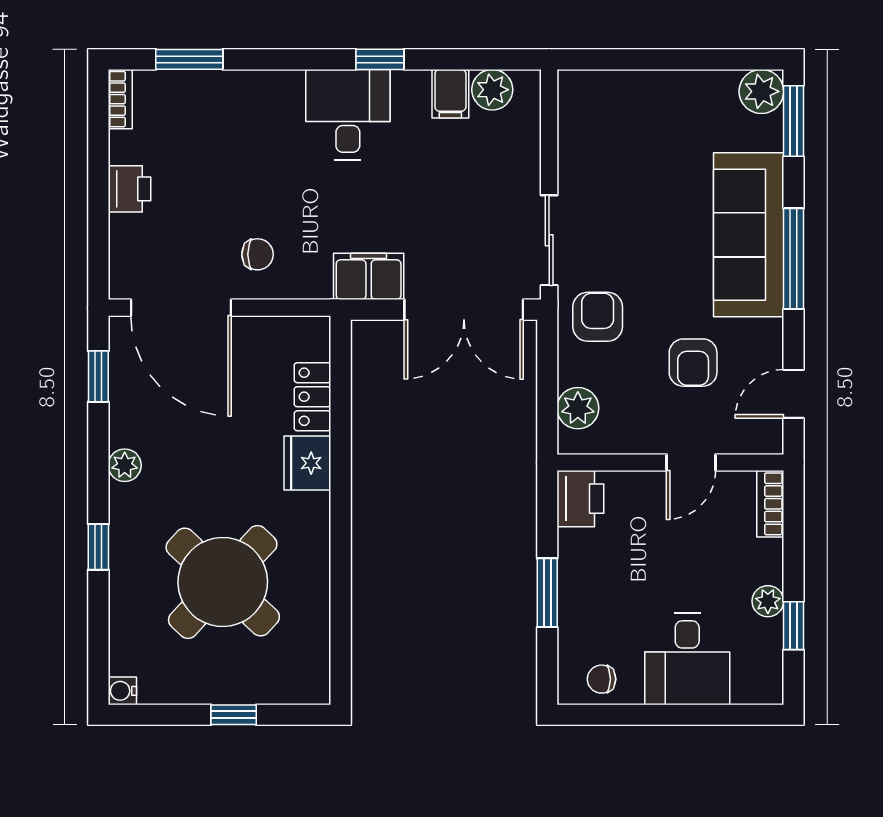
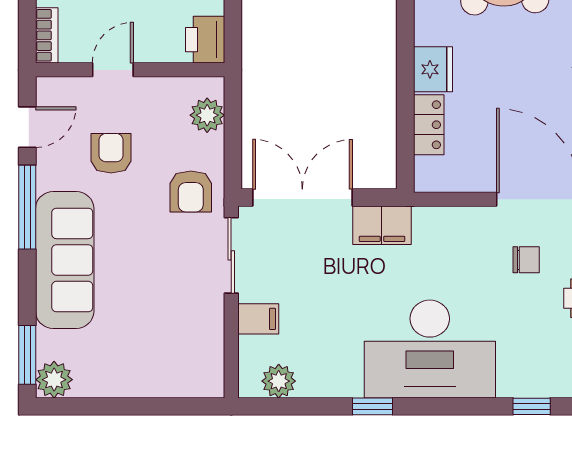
window: (189, 59) -> (532, 406), width x0.67
filing cabinet: (450, 94) -> (258, 319), moved, turned 90
desk: (348, 115) -> (430, 349), width x1.87, depth x1.30
chair: (258, 254) -> (526, 260), moved, turned 180
window: (793, 259) -> (27, 207), moved

